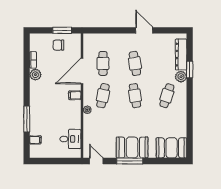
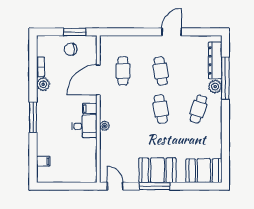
door: (144, 30) -> (172, 32), hinge flipped
window: (190, 69) -> (225, 78), width x2.11
cafe table: (103, 96) -> (123, 109), removed
window: (27, 119) -> (33, 117), moved
desk: (70, 139) -> (84, 126), moved

